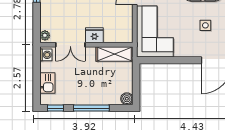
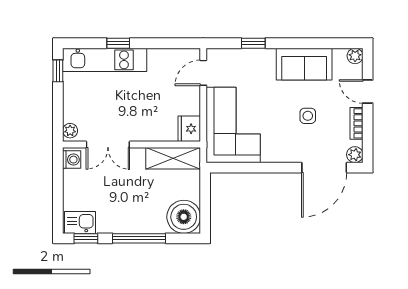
fridge: (94, 35) -> (189, 129), moved, turned -90
kitchen sink: (47, 83) -> (80, 222), moved, turned -90
boiler: (127, 99) -> (184, 217), width x1.86, depth x1.86

